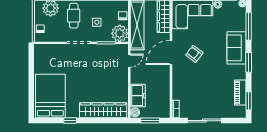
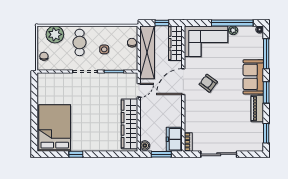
plant: (120, 33) -> (129, 61), removed
piano: (240, 92) -> (257, 109), moved
freezer: (138, 96) -> (174, 139), moved, turned 180
wardrobe: (103, 110) -> (130, 124), moved, turned -90

